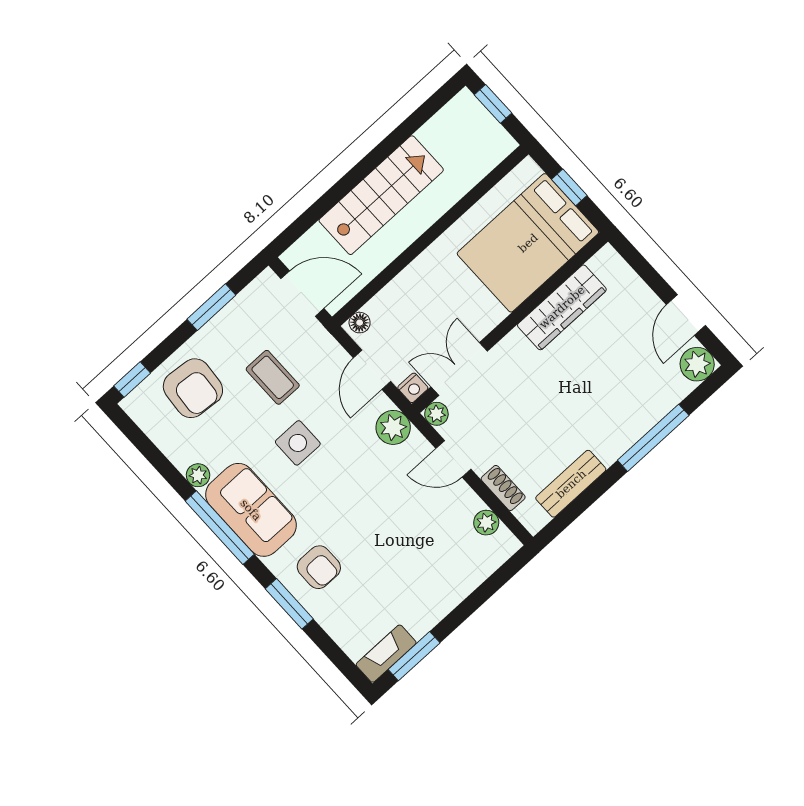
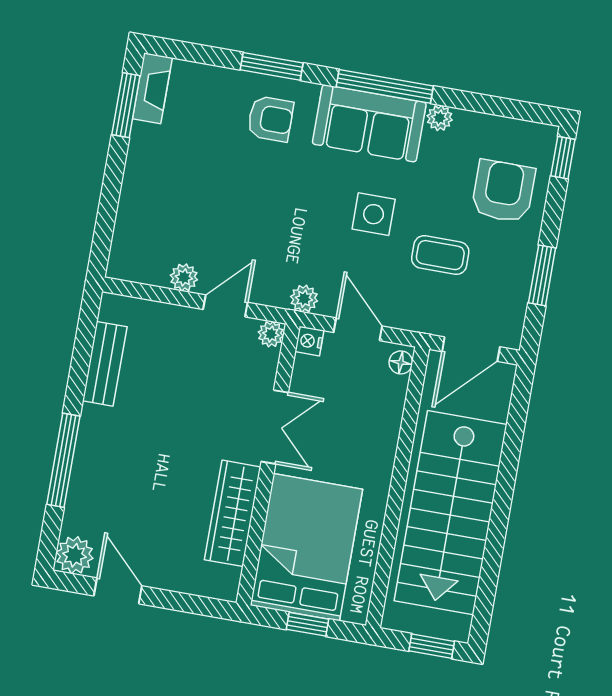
stairs: (381, 195) -> (451, 513), width x1.36, depth x1.51
double door: (459, 369) -> (275, 427), moved
armchair: (193, 388) -> (503, 191), turned 85
plant: (393, 427) -> (304, 299), width x0.73, depth x0.73
shoe rack: (503, 488) -> (162, 314), removed
plant: (486, 523) -> (184, 277), moved
armchair: (319, 567) -> (270, 119), turned 180

